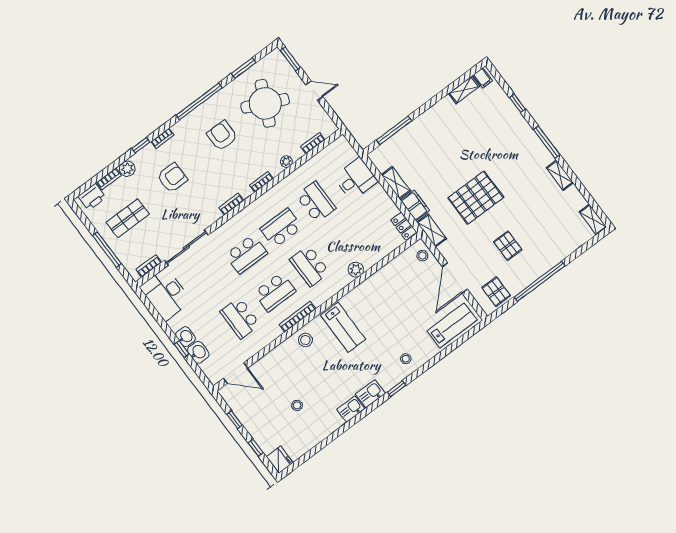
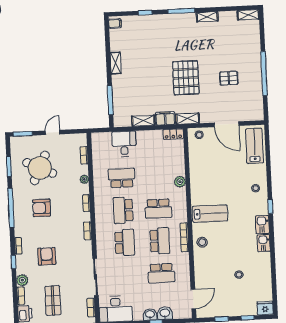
shelving: (464, 90) -> (116, 63), moved
pallet: (496, 292) -> (252, 105), removed

